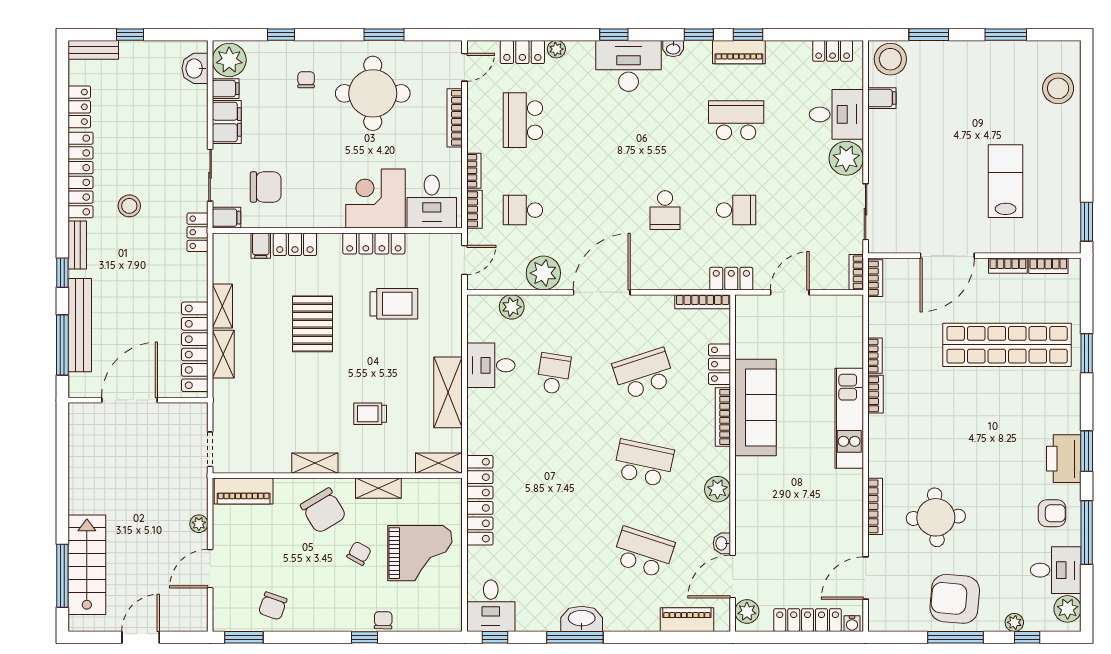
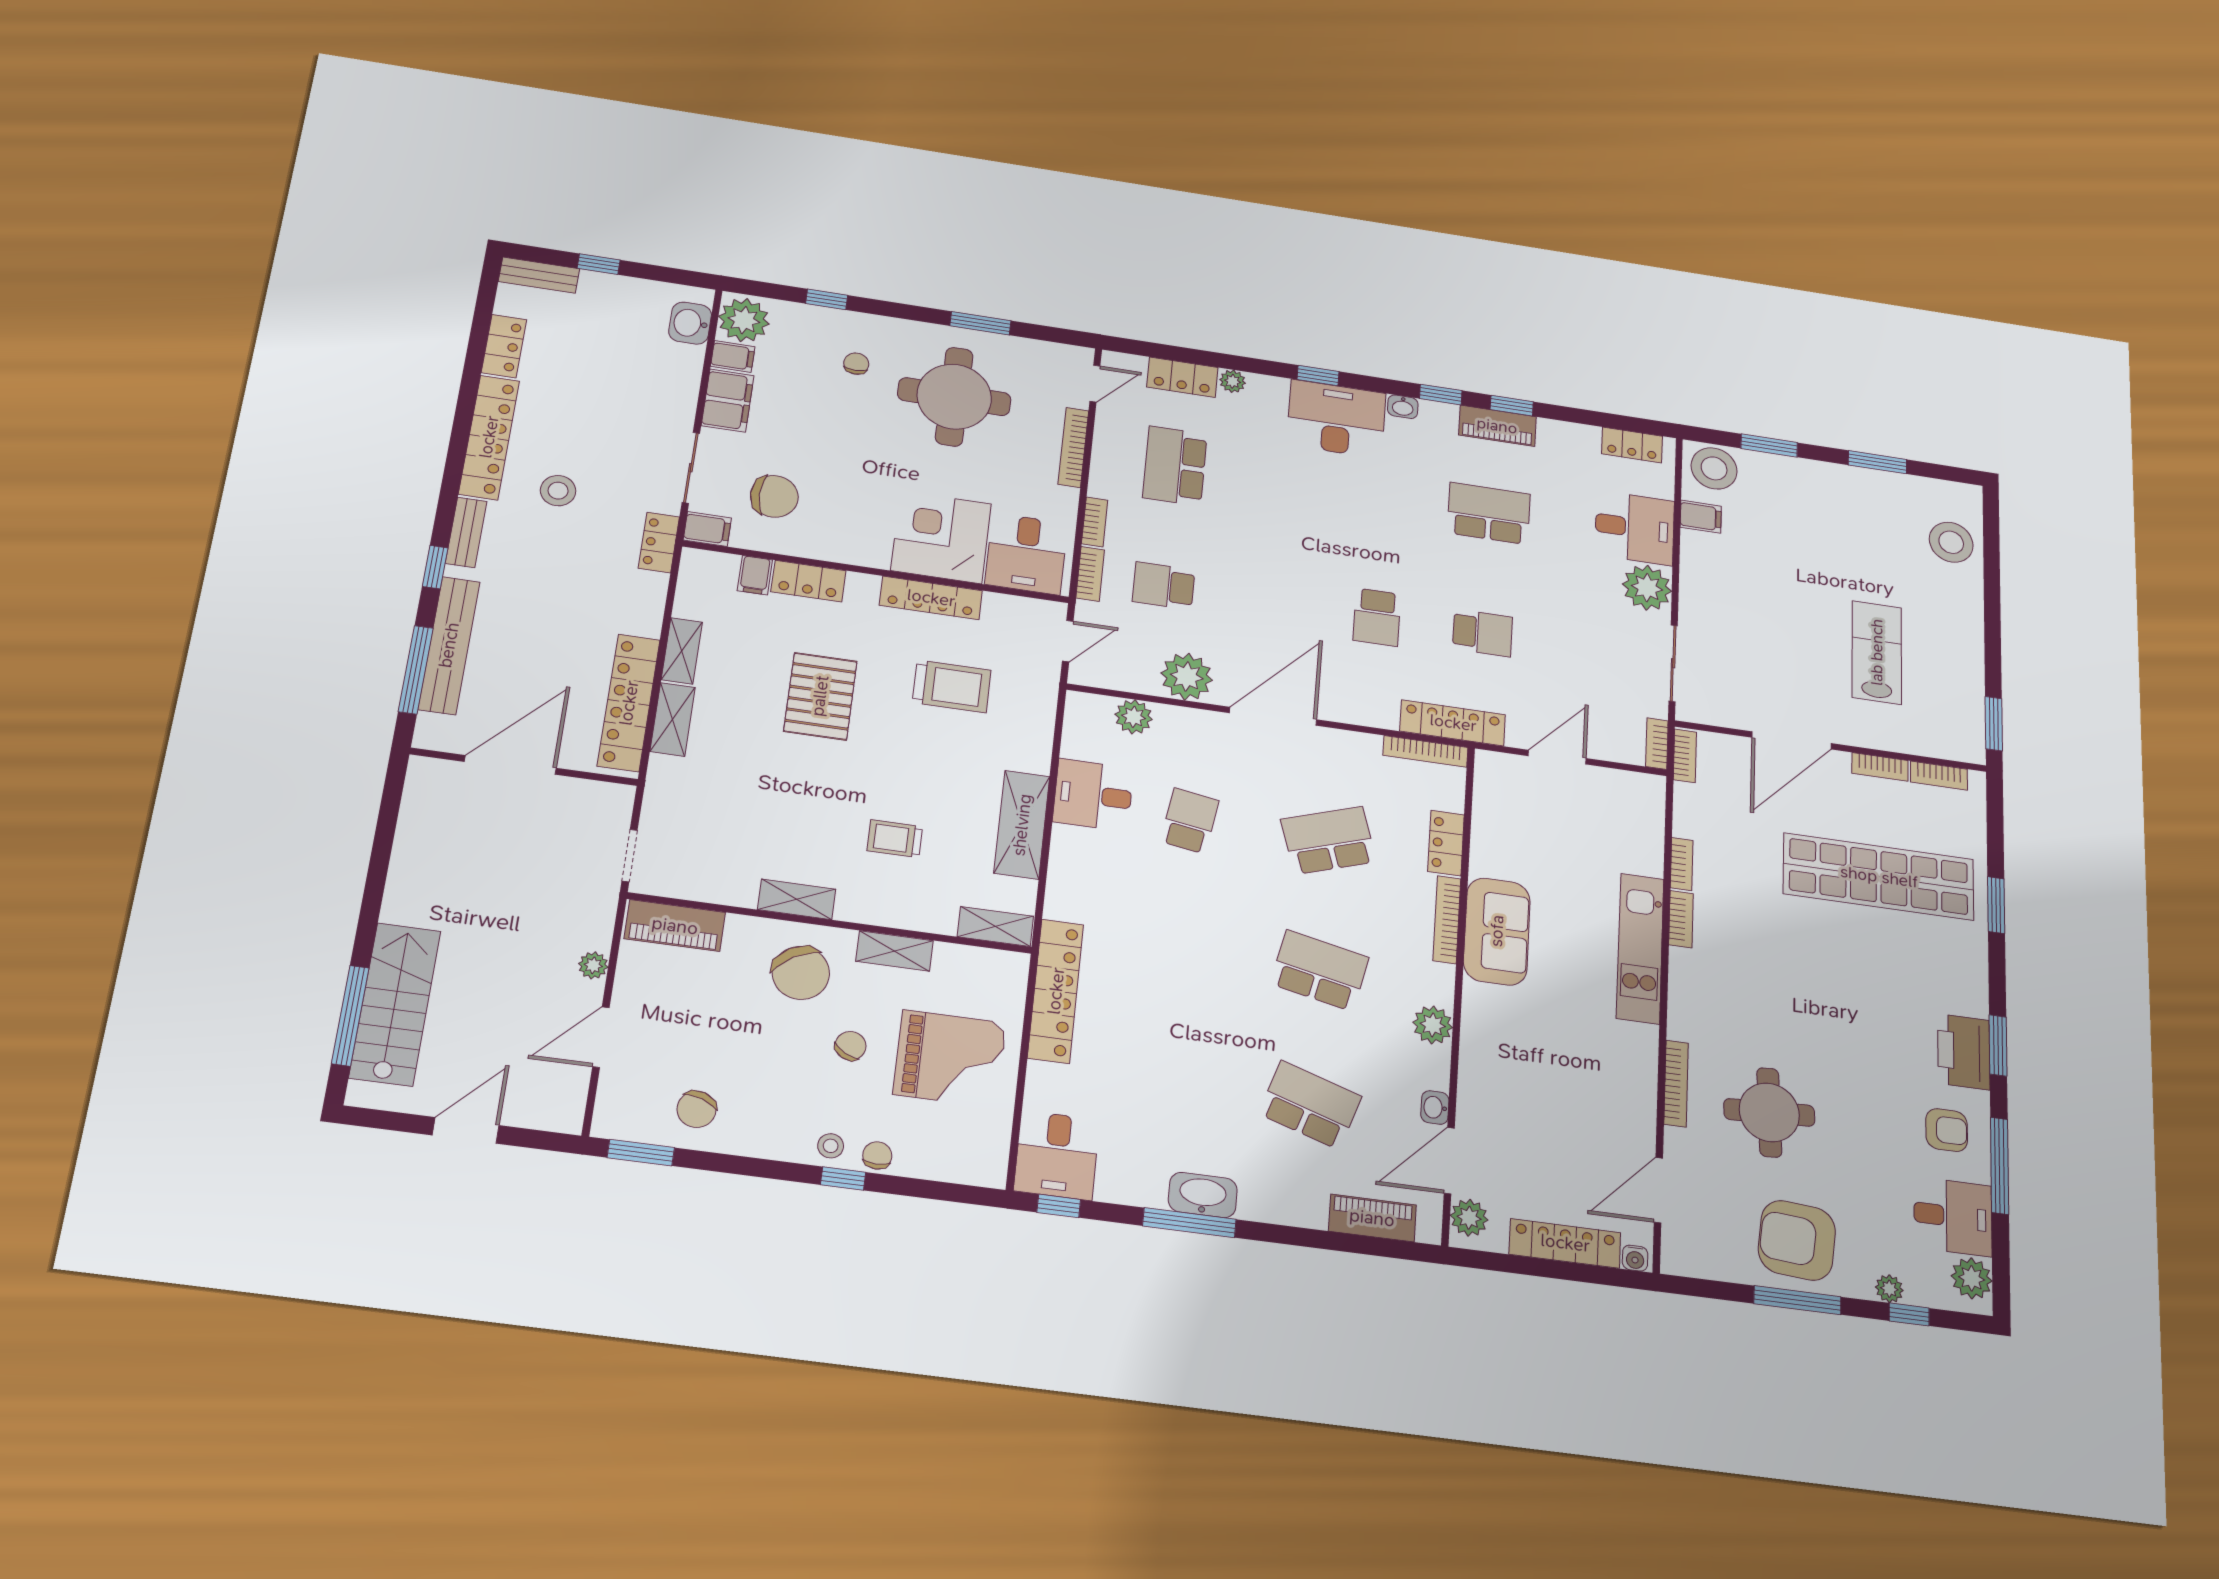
locker: (731, 279) -> (1453, 723), width x1.53
sofa: (755, 407) -> (1497, 931), width x0.73
stool: (355, 618) -> (831, 1146), added

